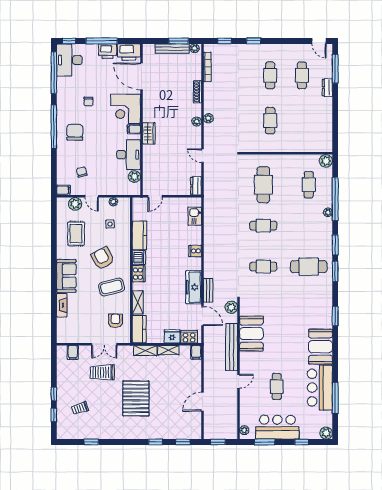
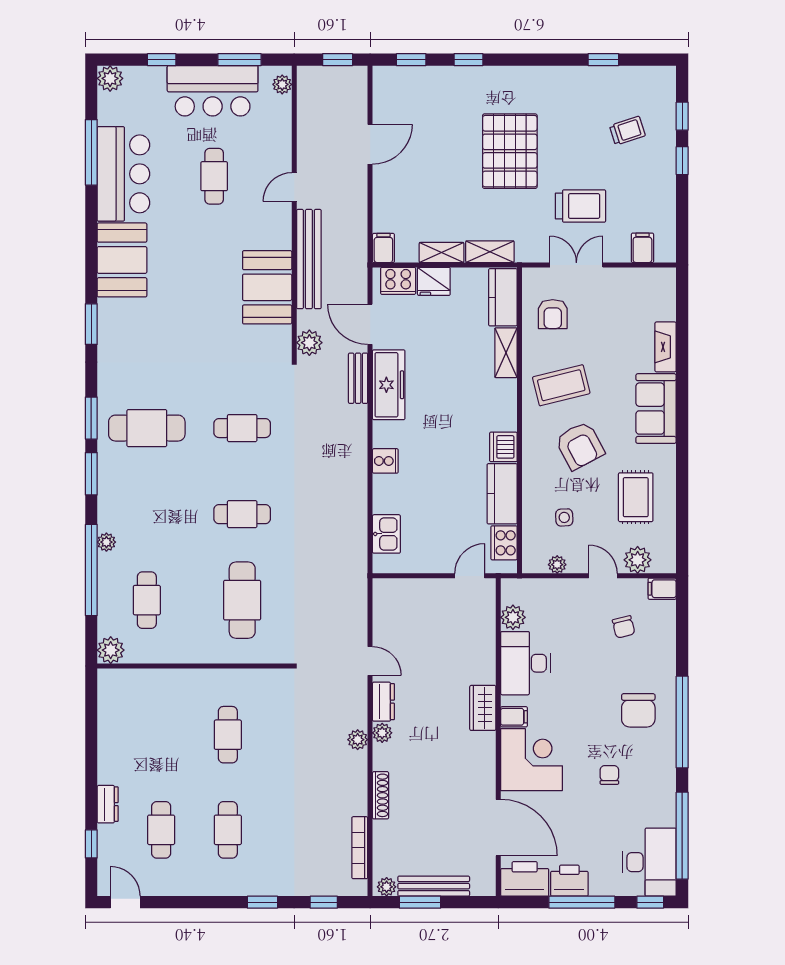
window: (335, 69) -> (91, 844), width x0.46
dresser: (196, 186) -> (383, 702), moved
cooker: (139, 274) -> (504, 543), moved

